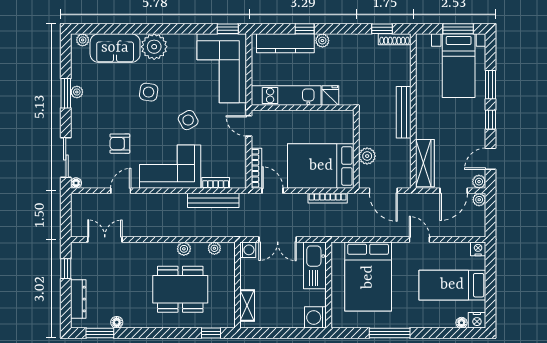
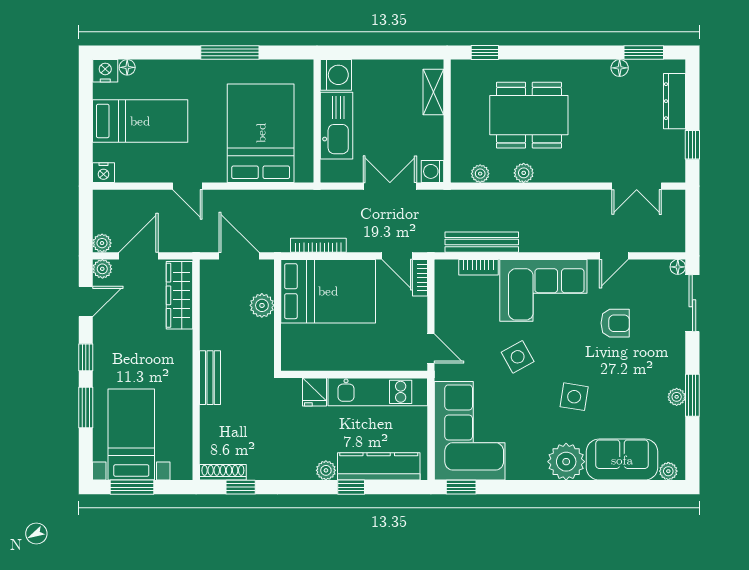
bench: (404, 112) -> (210, 378), width x0.73
bookcase: (256, 168) -> (420, 278), width x0.64
kitchen sink: (315, 265) -> (337, 126), moved

